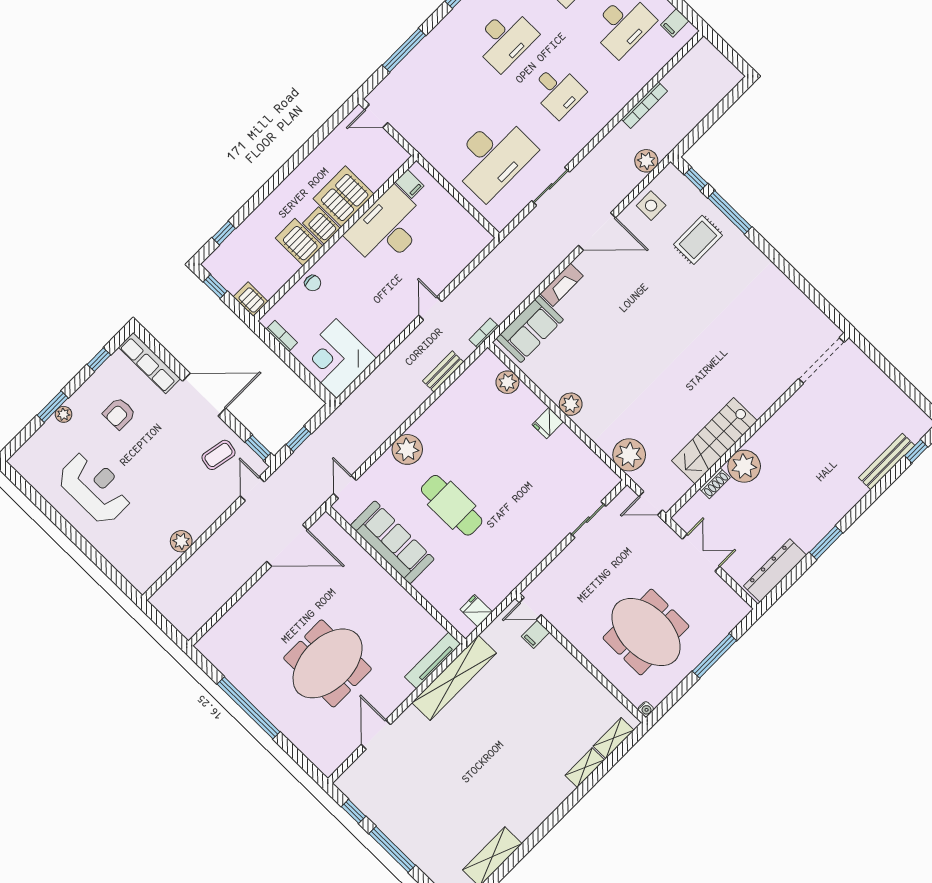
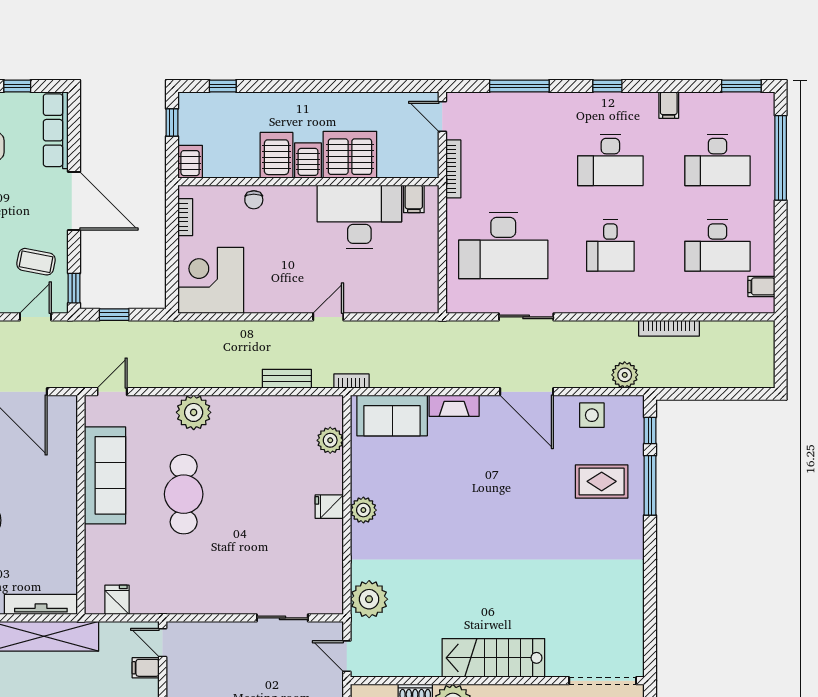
bookcase: (415, 141) -> (453, 169), added
stairs: (714, 441) -> (493, 658), moved

